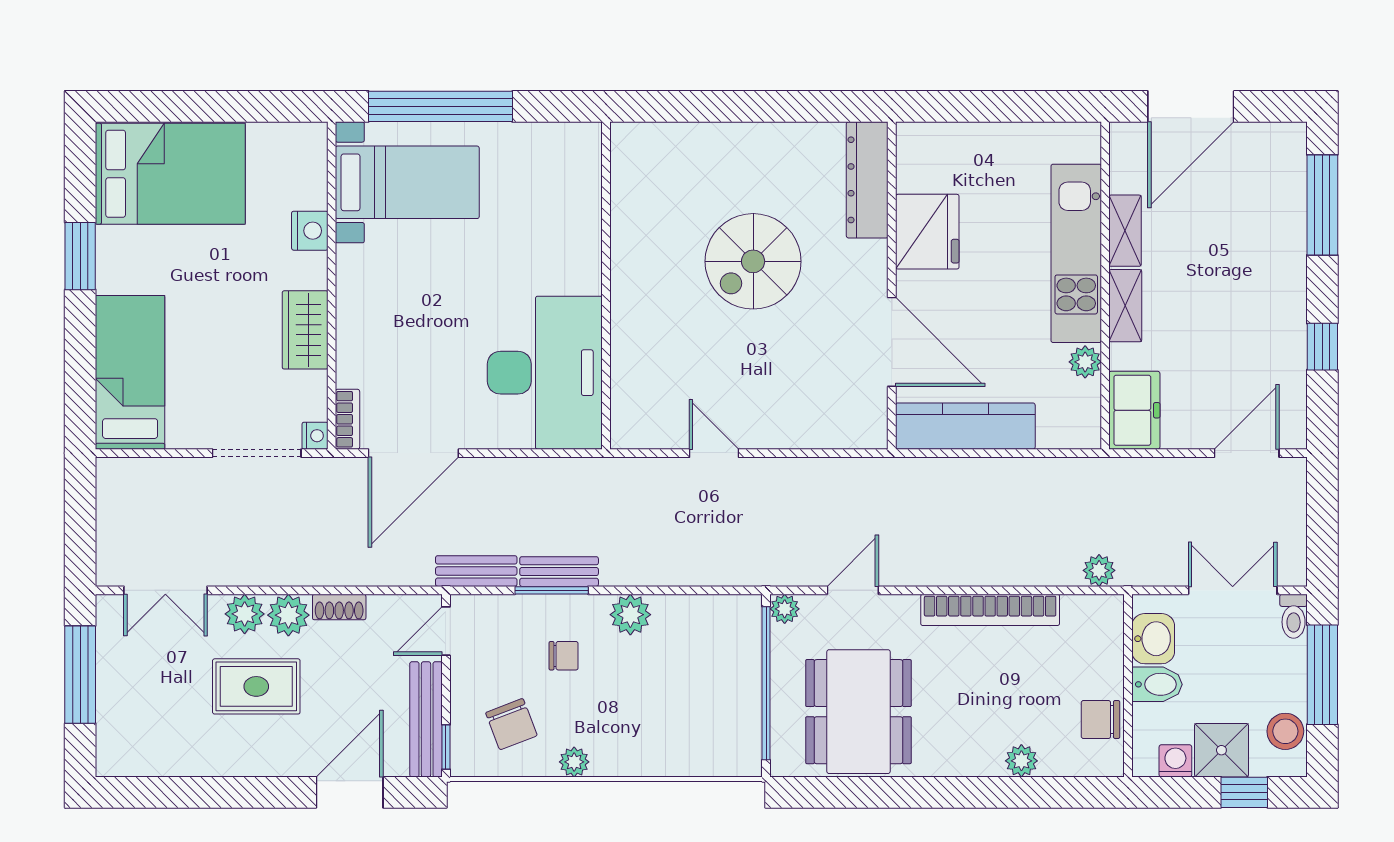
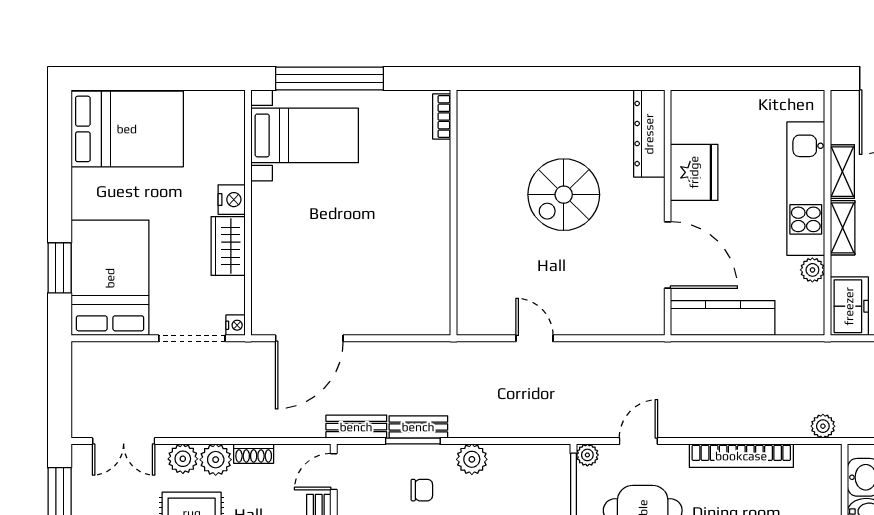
nightstand: (310, 231) -> (232, 200), moved
window: (80, 256) -> (60, 268), moved
bed: (130, 372) -> (110, 278), width x1.50
desk: (545, 373) -> (408, 278), removed
bookcase: (347, 419) -> (442, 116), moved, turned 180

